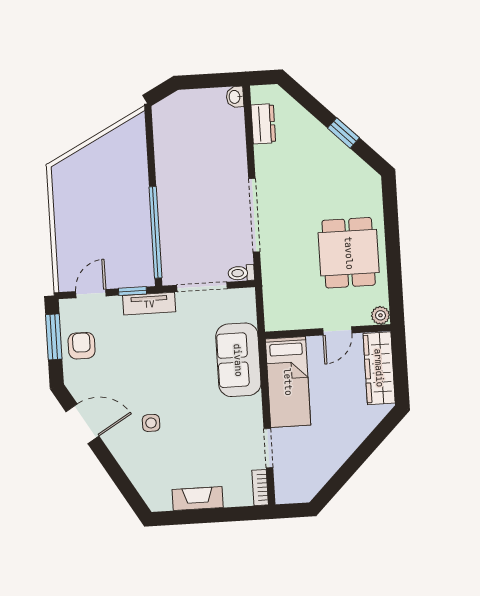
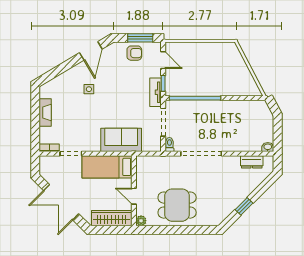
double door: (356, 460) -> (61, 202), added

